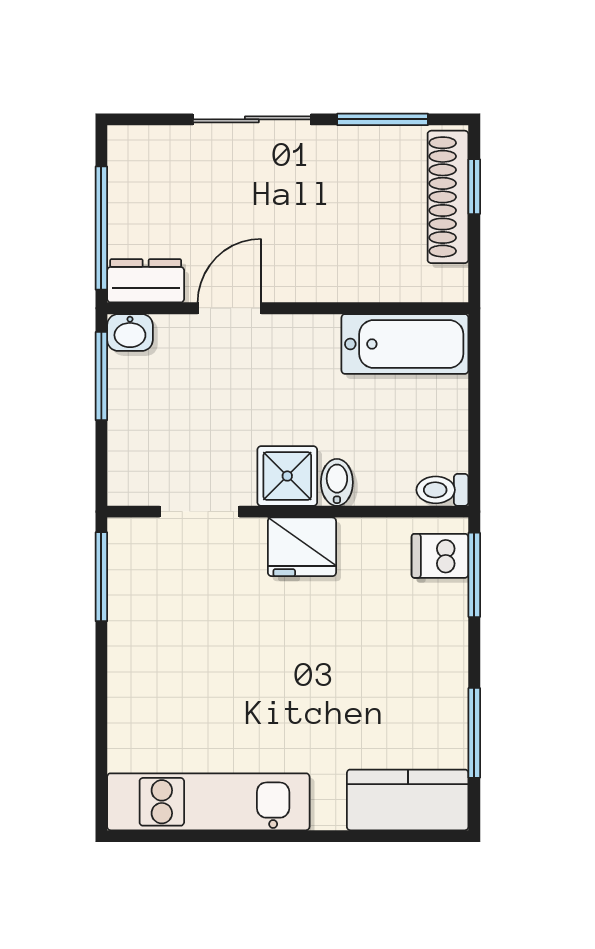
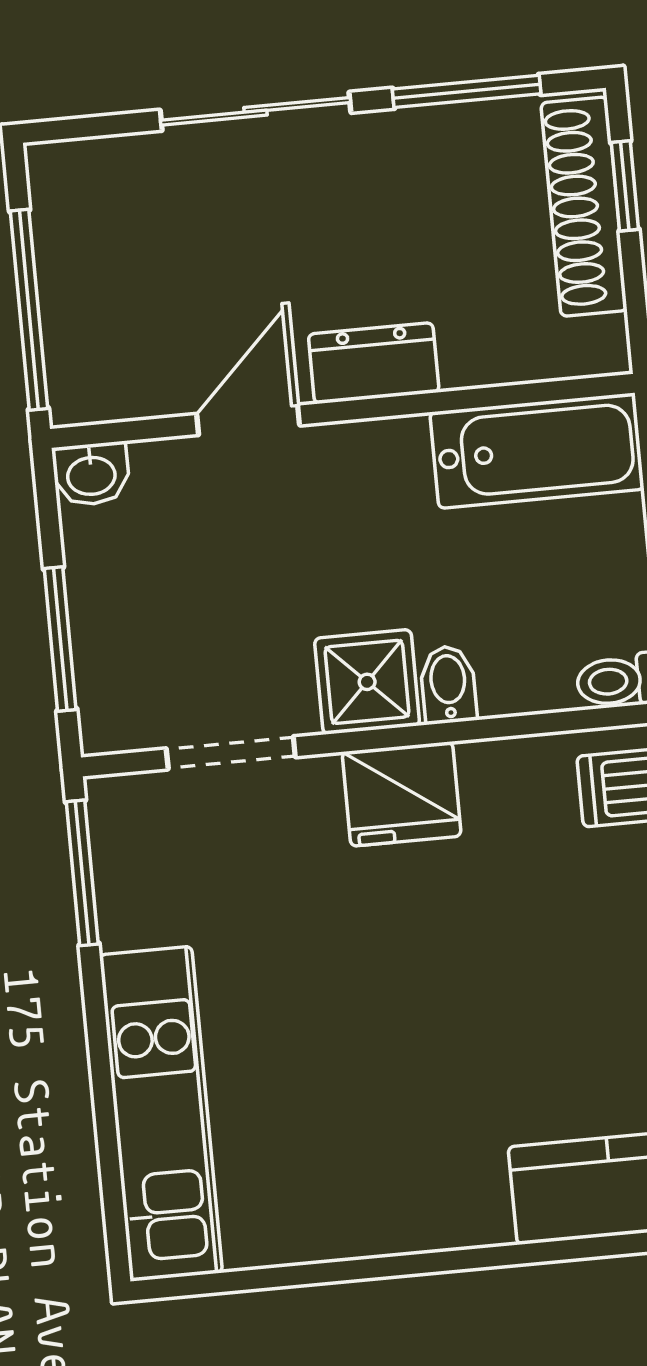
dresser: (146, 281) -> (374, 363), moved
window: (101, 376) -> (60, 639), moved
kitchen unit: (208, 802) -> (161, 1114), moved, turned 90

